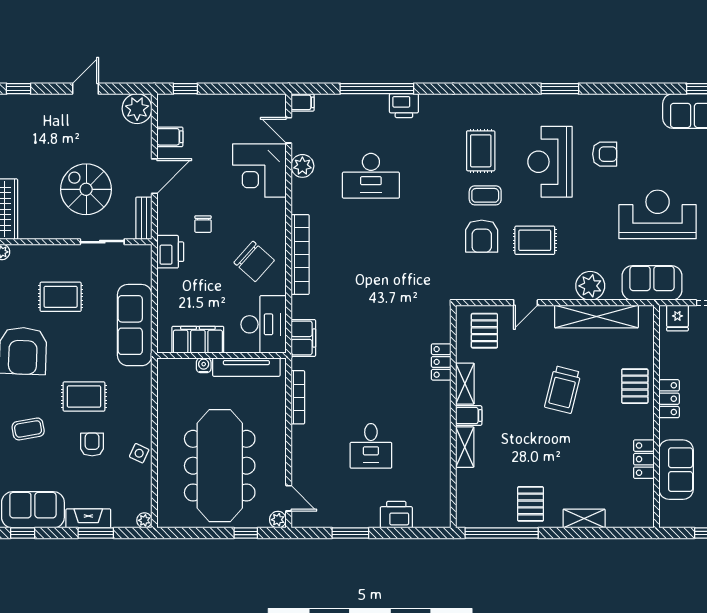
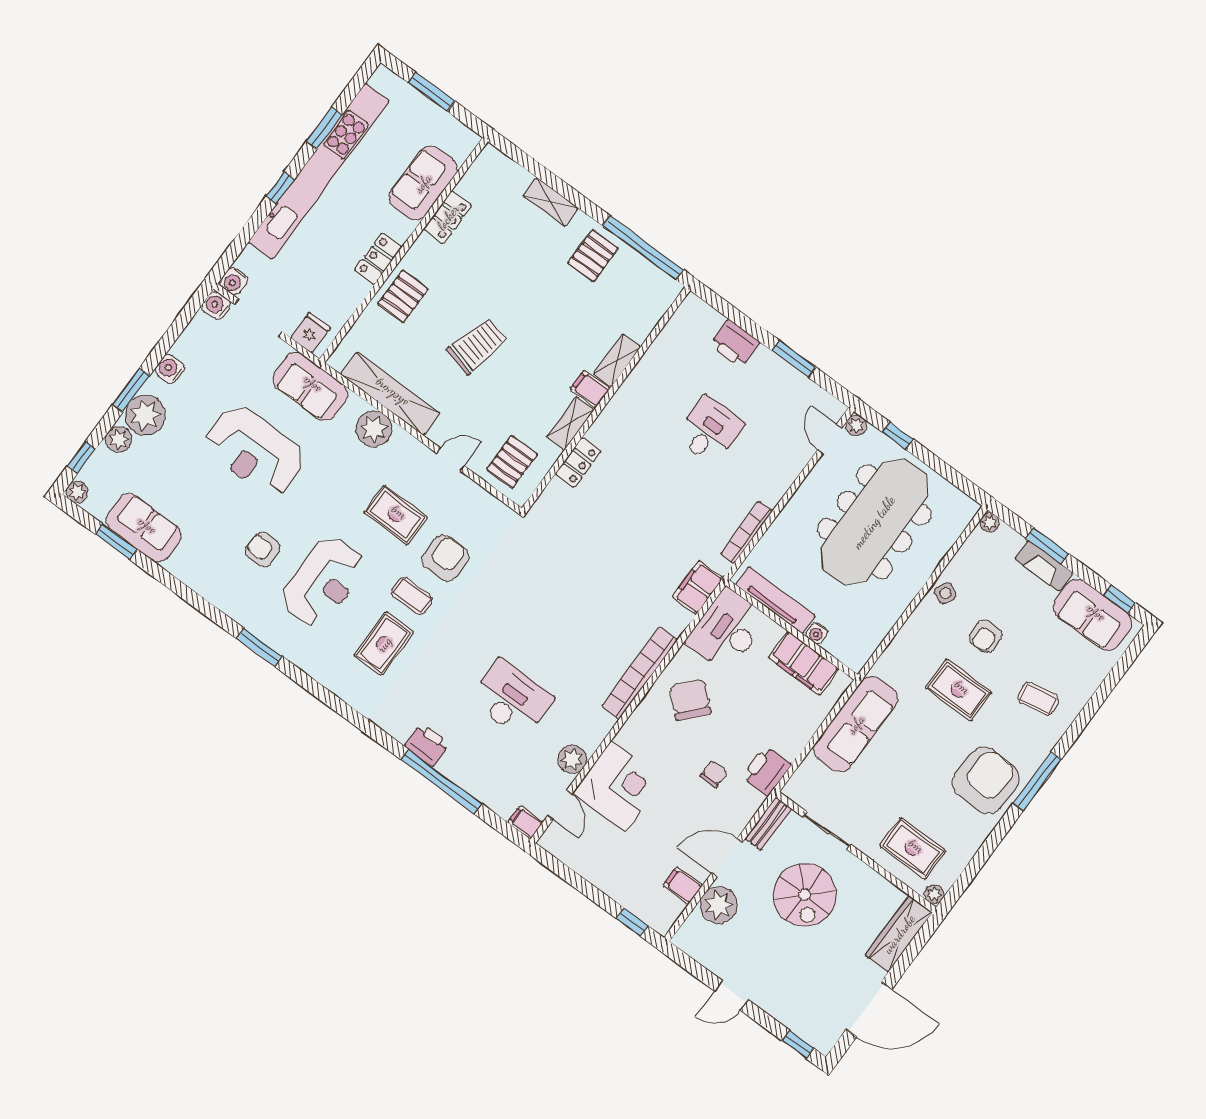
plant: (137, 109) -> (719, 905), moved
rug: (61, 297) -> (913, 849), moved

